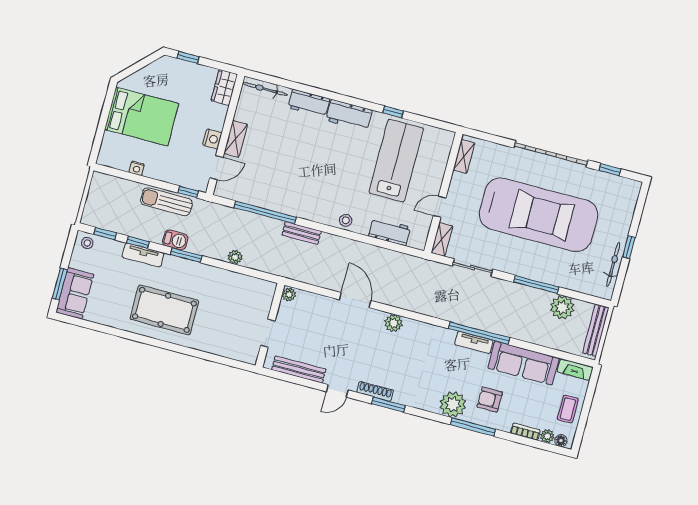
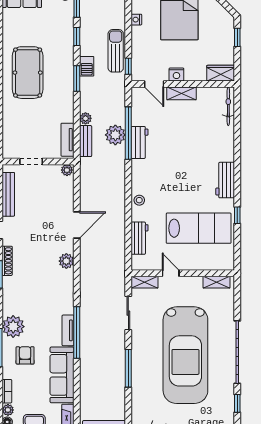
workbench: (309, 103) -> (140, 142), moved, turned 180
bench: (302, 233) -> (86, 141), moved
tv unit: (143, 255) -> (67, 140), moved
plant: (562, 307) -> (115, 135), moved

